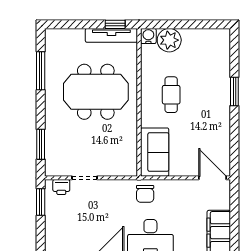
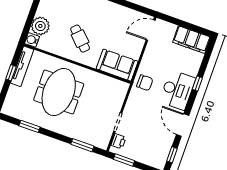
window: (115, 24) -> (11, 73), moved
window: (41, 71) -> (29, 126), width x0.69
cafe table: (171, 95) -> (80, 39), turned 45

